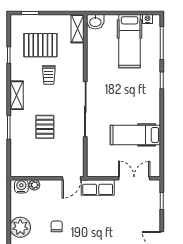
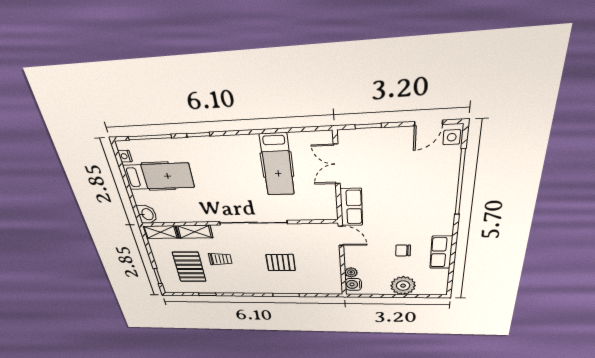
shelving: (17, 95) -> (195, 232), moved

